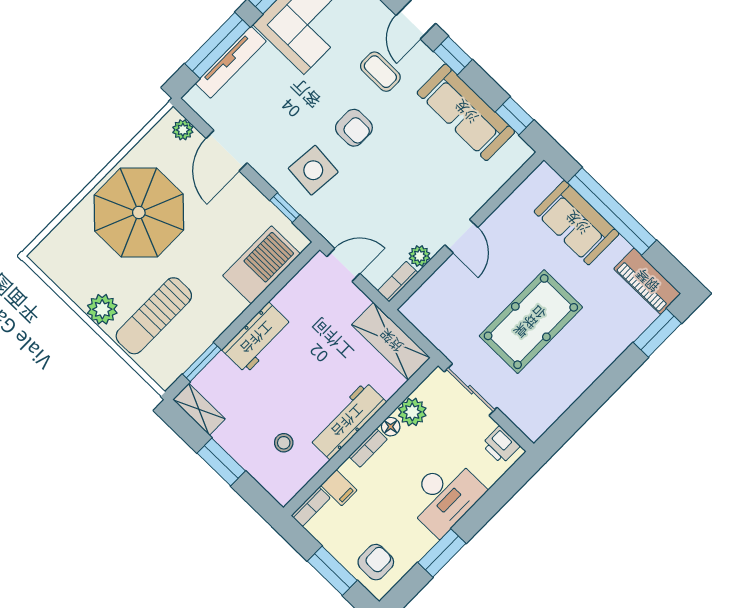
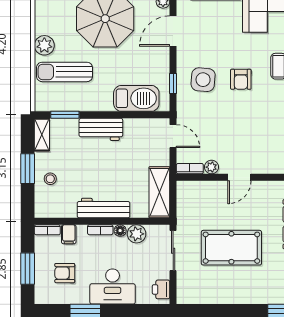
stool: (284, 443) -> (50, 179), moved
armchair: (376, 562) -> (65, 273), moved, turned 180

